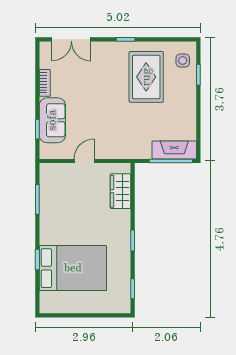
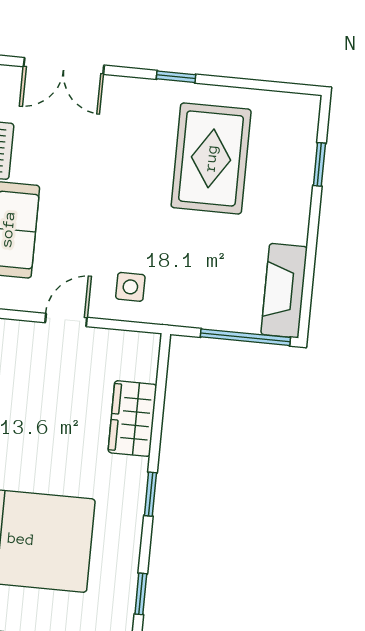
side table: (183, 61) -> (130, 287), moved
fireplace: (174, 150) -> (284, 291), moved, turned -90
wardrobe: (121, 191) -> (132, 419), moved

